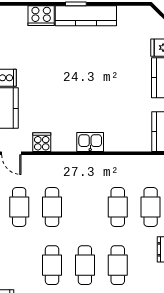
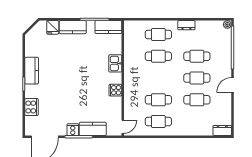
kitchen counter: (86, 16) -> (32, 71), width x0.67
cooker: (42, 142) -> (115, 90), moved
kitchen sink: (90, 142) -> (115, 63), moved

